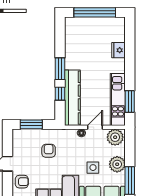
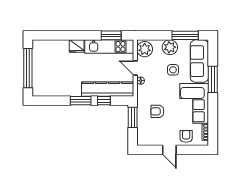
fridge: (118, 50) -> (77, 46), moved
window: (31, 124) -> (133, 117), moved

